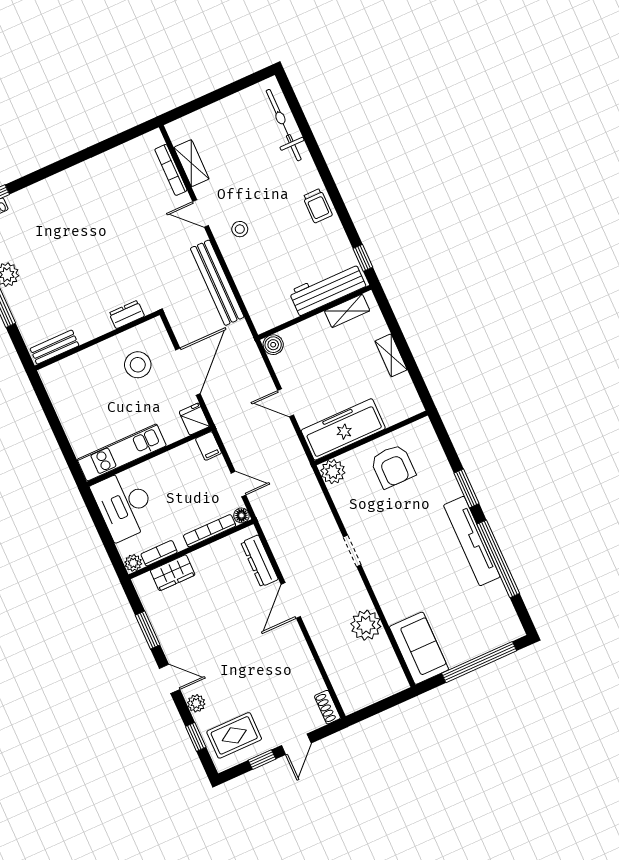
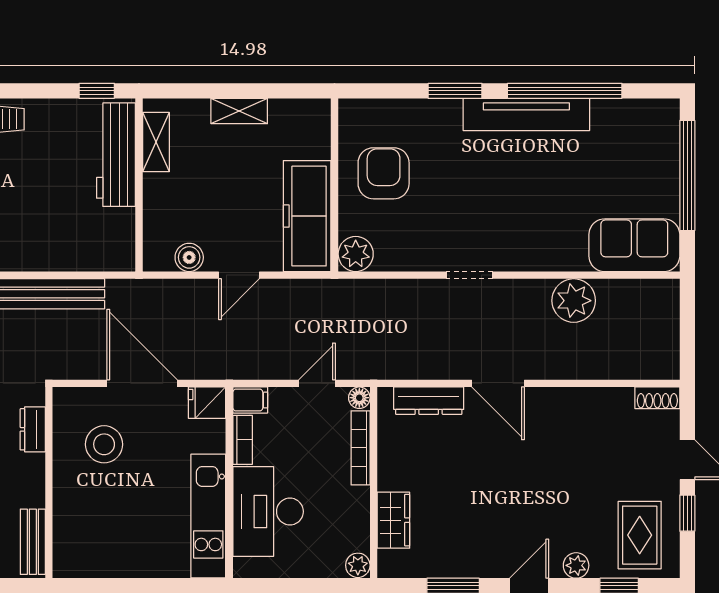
boiler: (273, 345) -> (189, 257), moved
armchair: (393, 466) -> (384, 173), turned -90
desk: (124, 505) -> (268, 512), moved, turned 90
bookcase: (159, 553) -> (243, 440), moved, turned 180

